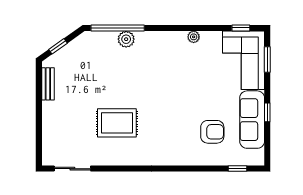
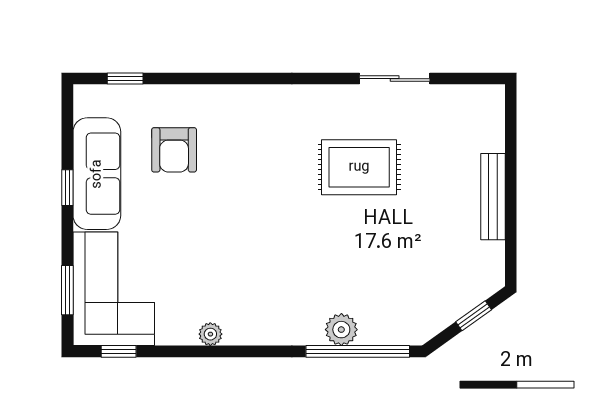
bench: (48, 84) -> (493, 197), moved, width x1.36
armchair: (212, 132) -> (174, 150), turned -90
sliding door: (72, 169) -> (395, 79), moved

